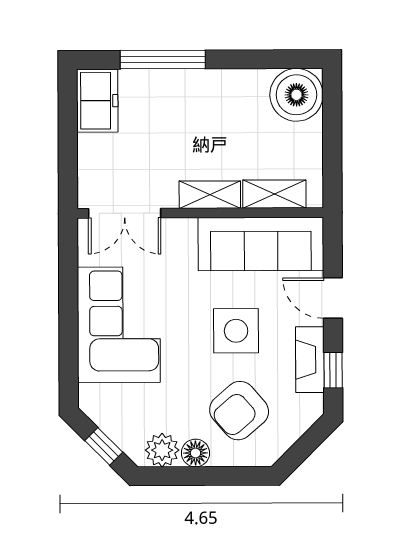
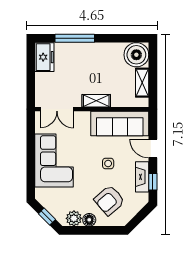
shelving: (274, 194) -> (142, 83), moved, turned 90
side table: (236, 331) -> (108, 163), width x0.54, depth x0.54

